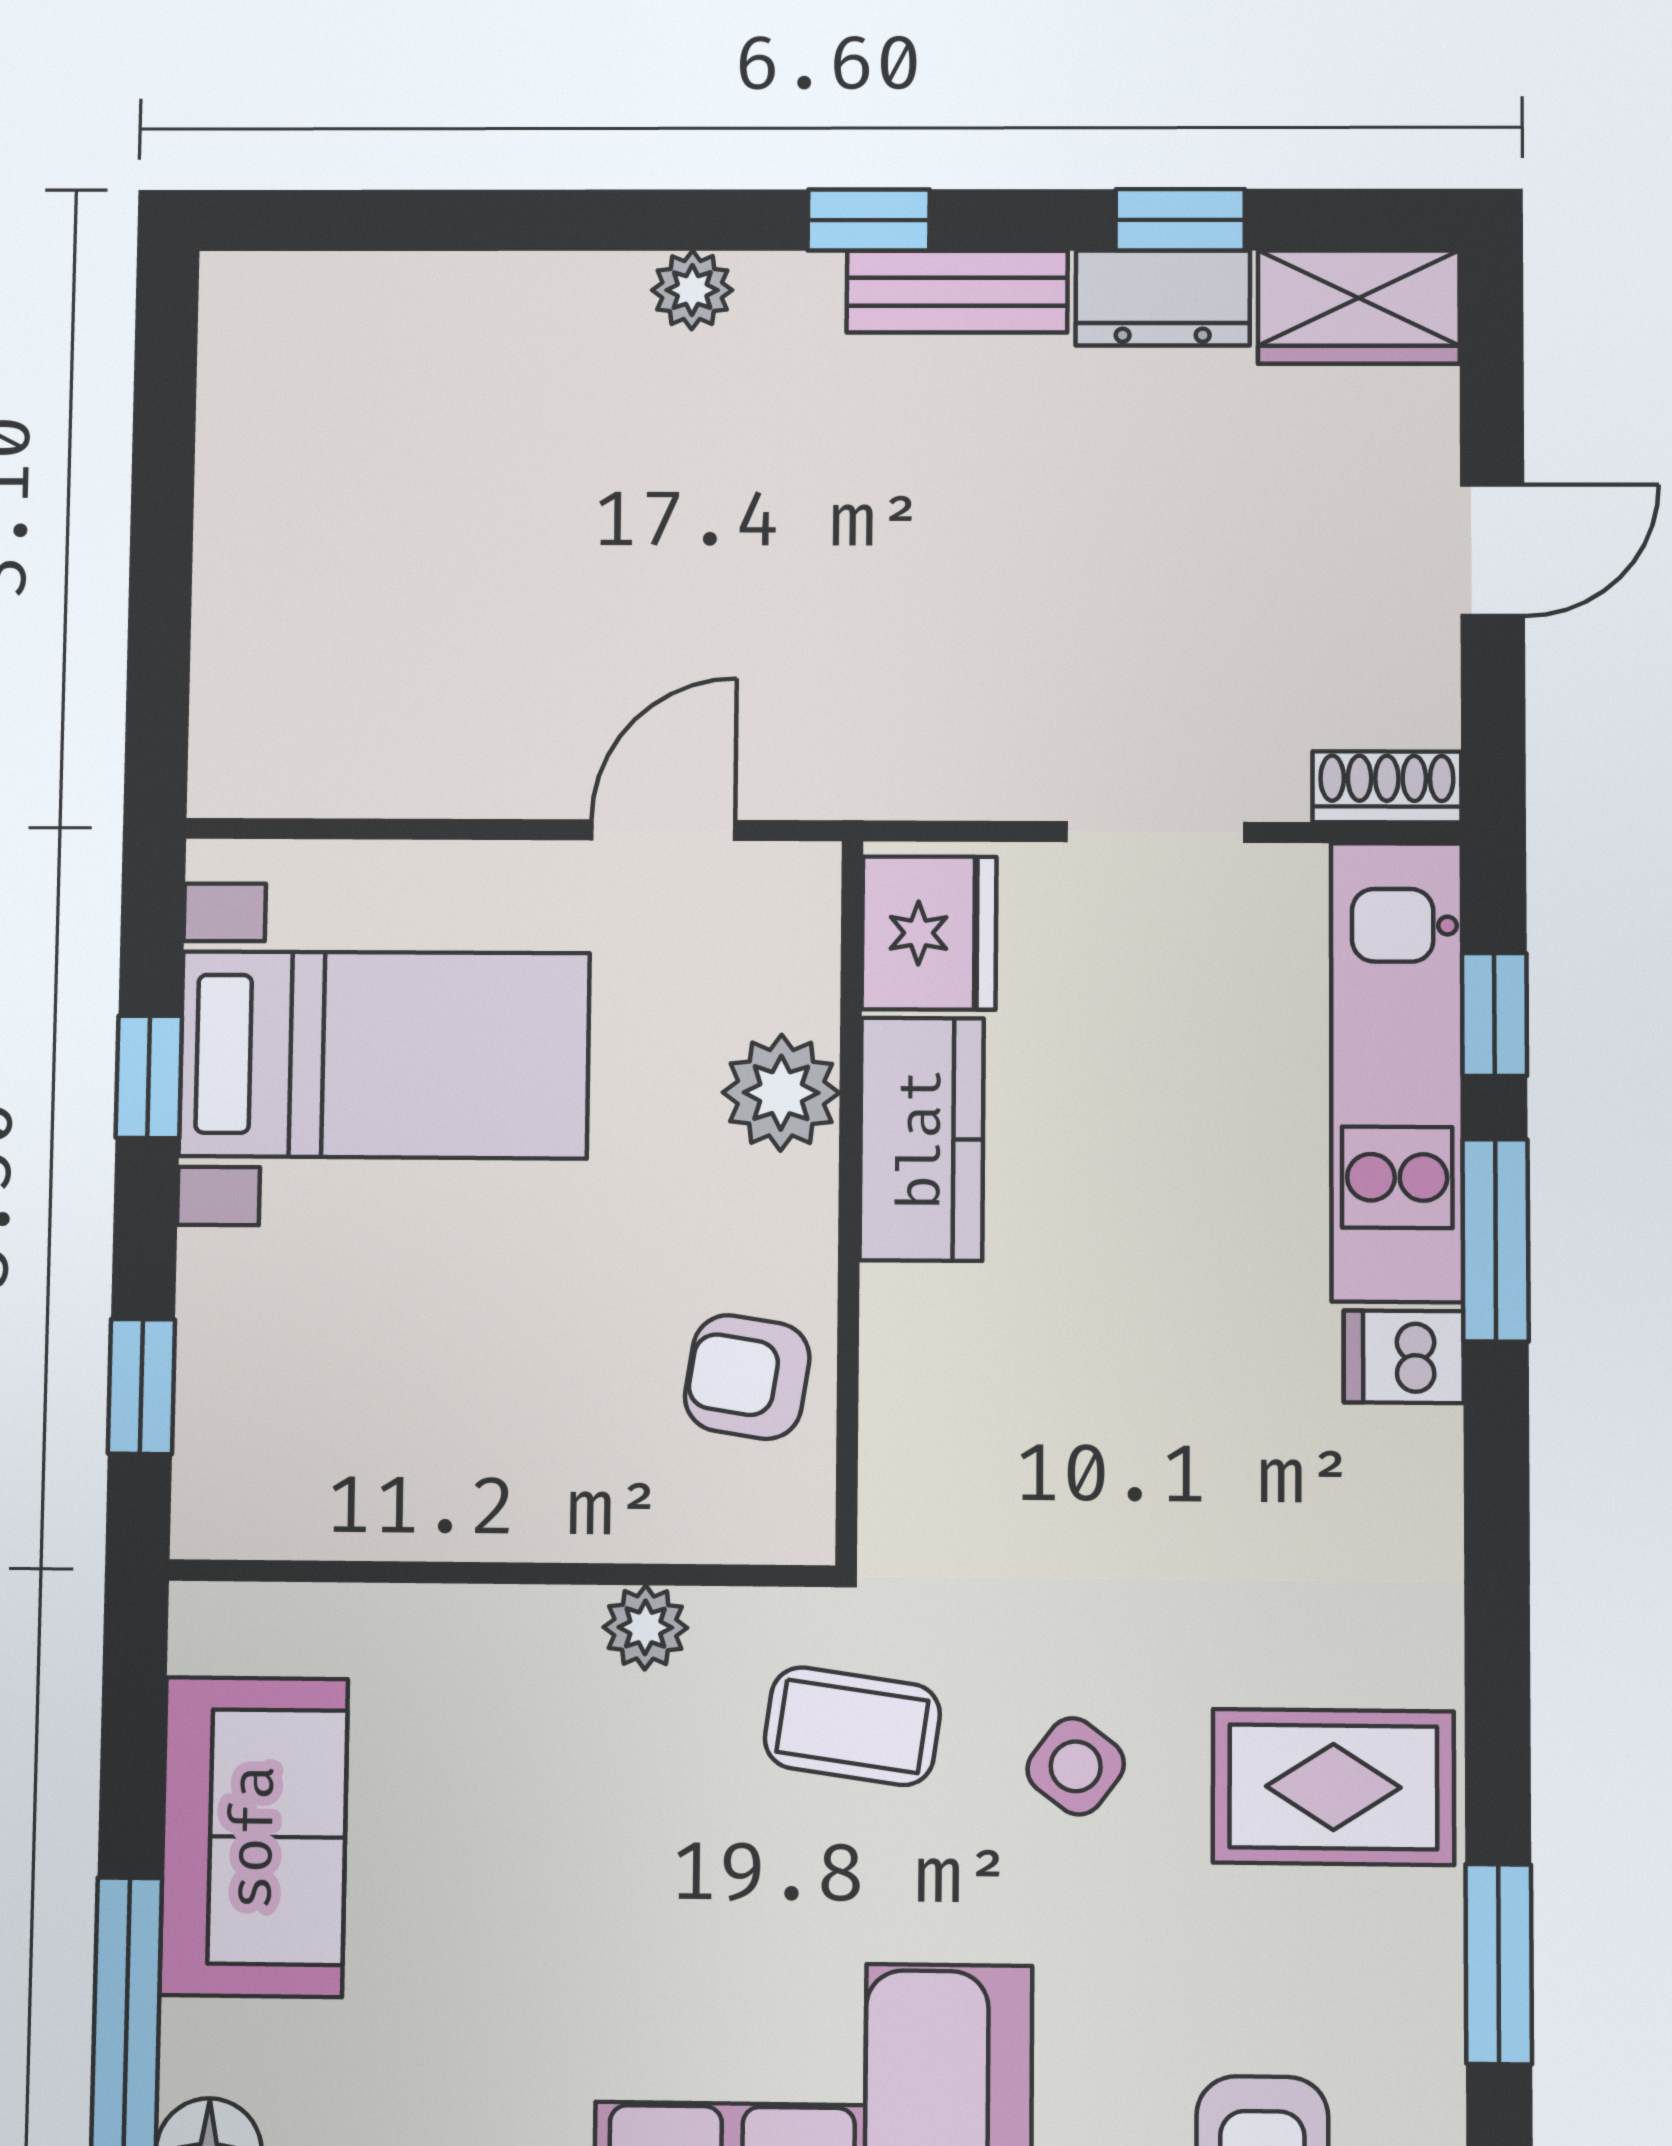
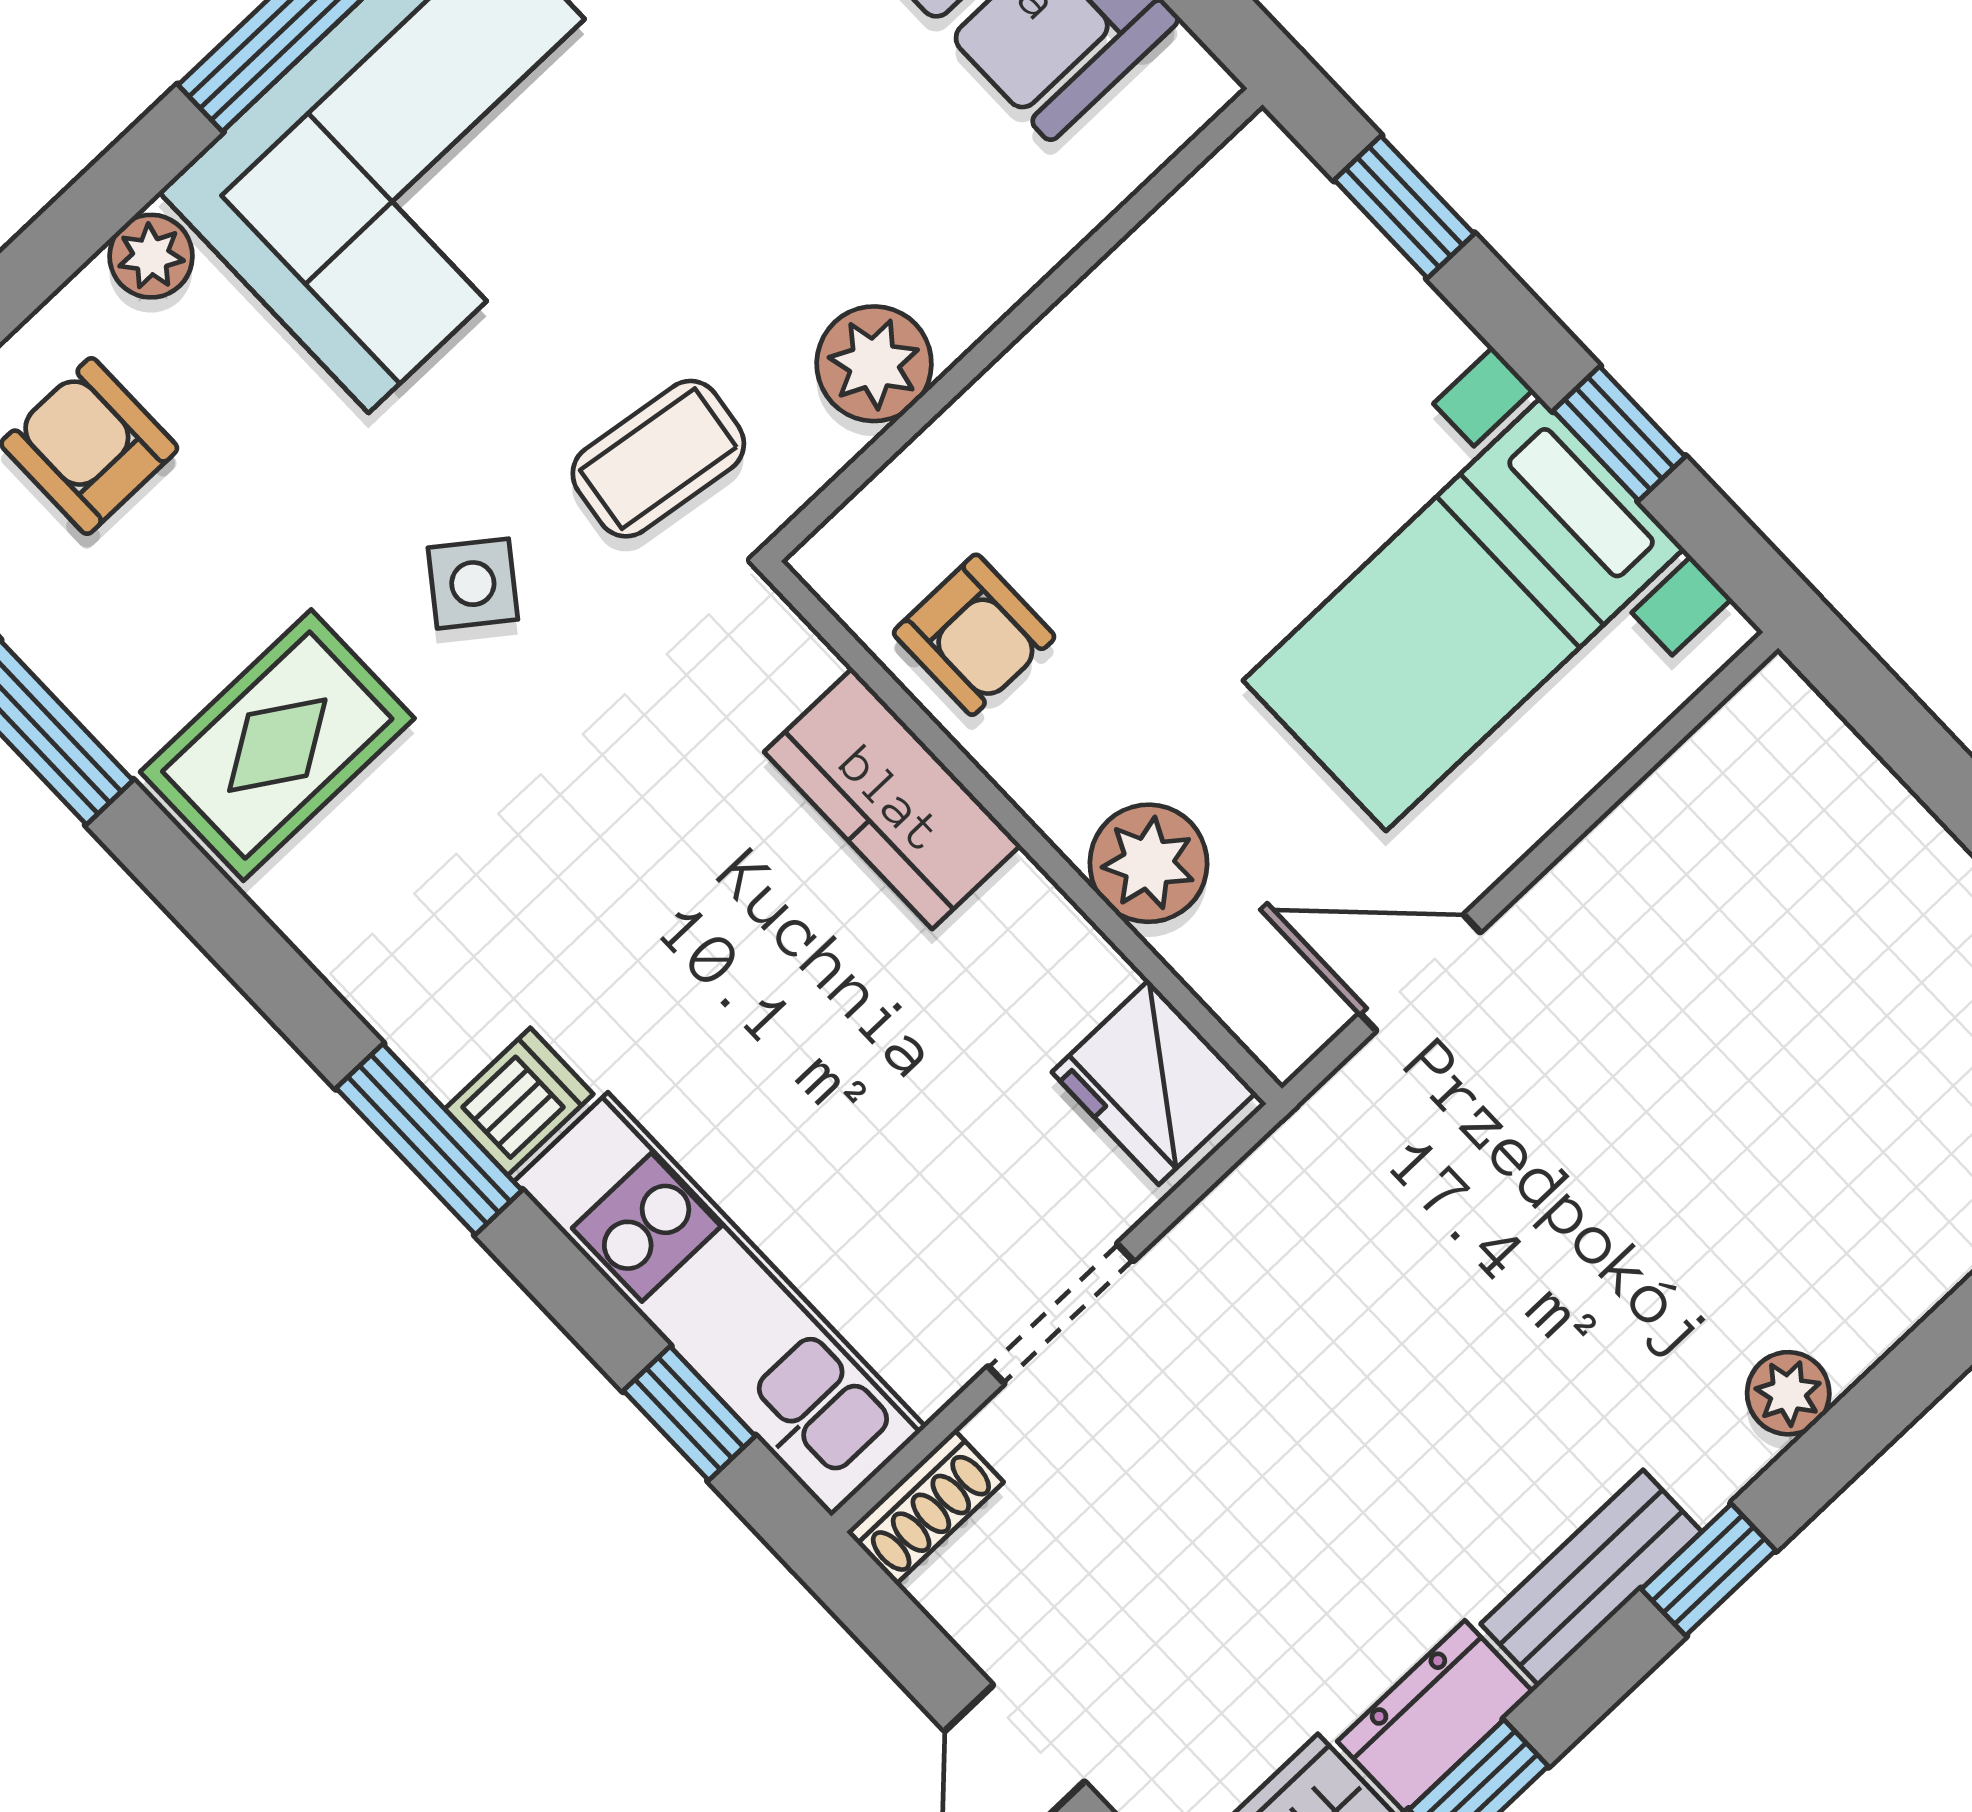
door: (663, 830) -> (1420, 973), swing flipped
kitchen counter: (922, 1139) -> (892, 799), moved
window: (1496, 1240) -> (429, 1139), moved
armchair: (747, 1377) -> (974, 635), turned 81
plant: (645, 1627) -> (874, 364), width x1.38, depth x1.38

